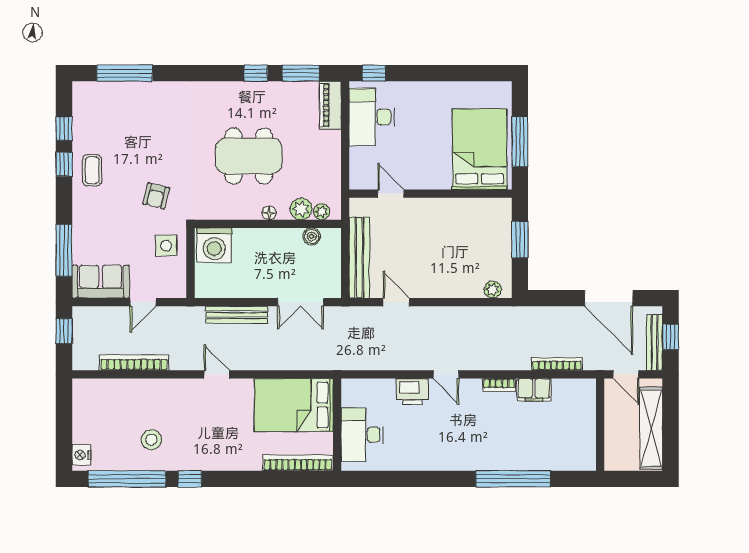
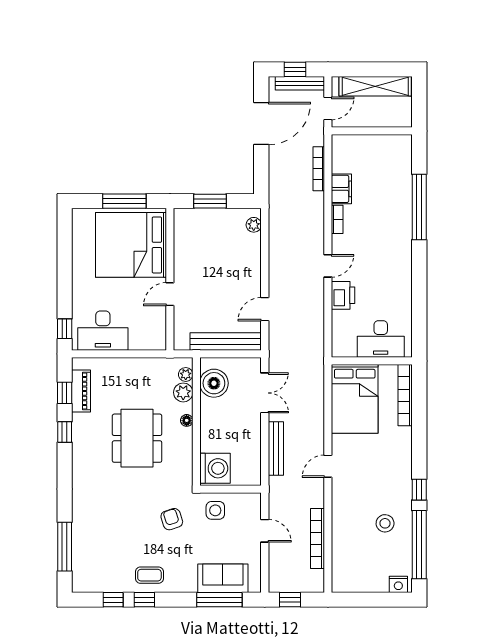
window: (301, 73) -> (65, 393), width x0.67
piano: (330, 105) -> (81, 391), moved, turned -90
bed: (480, 149) -> (131, 245), width x1.36
door: (391, 194) -> (170, 294), moved
armchair: (156, 196) -> (172, 519), turned -122
boiler: (312, 237) -> (214, 383), width x1.86, depth x1.86
sofa: (101, 282) -> (223, 578), moved, turned 90

